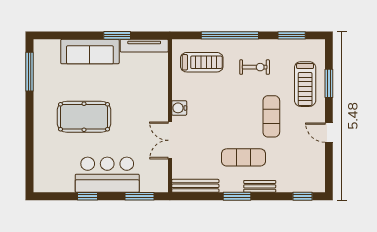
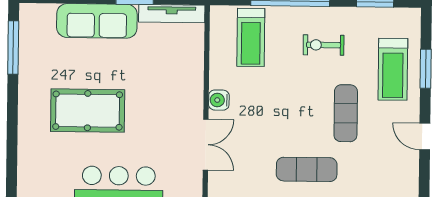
treadmill: (202, 62) -> (251, 37), turned 90
exercise bike: (255, 67) -> (324, 45), turned 180
double door: (170, 140) -> (206, 145), swing flipped

